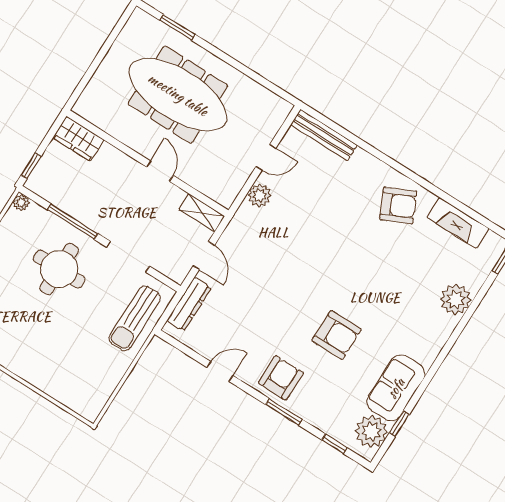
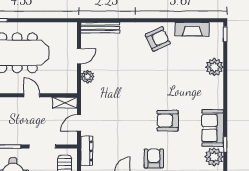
door: (204, 256) -> (79, 123), swing flipped
armchair: (337, 335) -> (168, 121), turned 180

